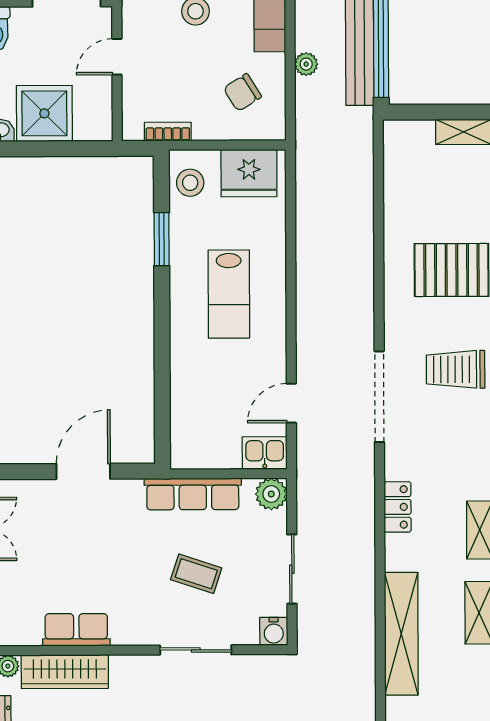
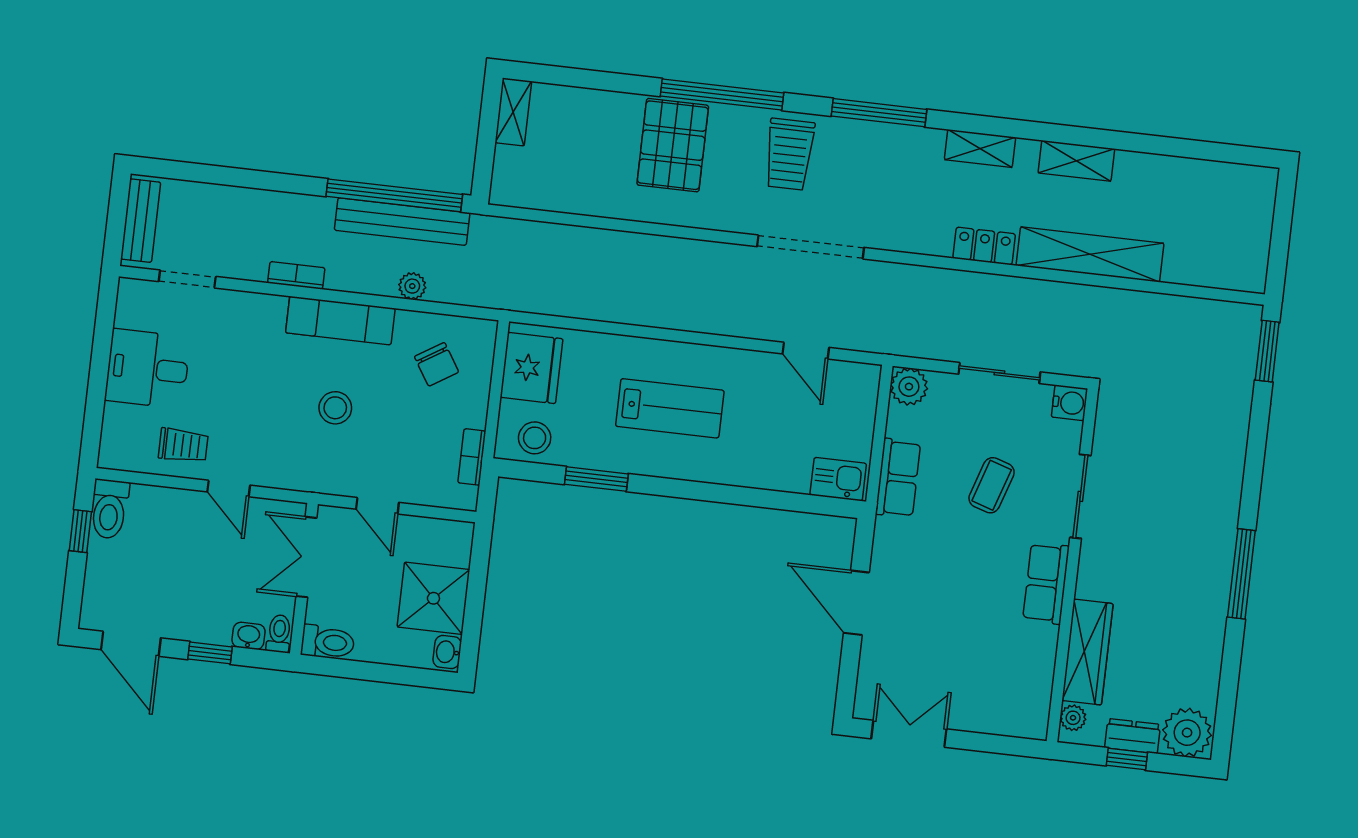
kitchen sink: (265, 453) -> (838, 479), moved, turned 90
row of seats: (193, 494) -> (898, 478), width x0.68
locker: (398, 507) -> (984, 246), moved
row of seats: (76, 630) -> (1046, 583), moved

